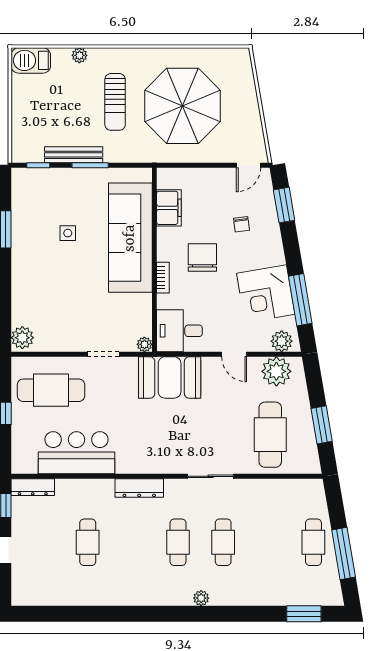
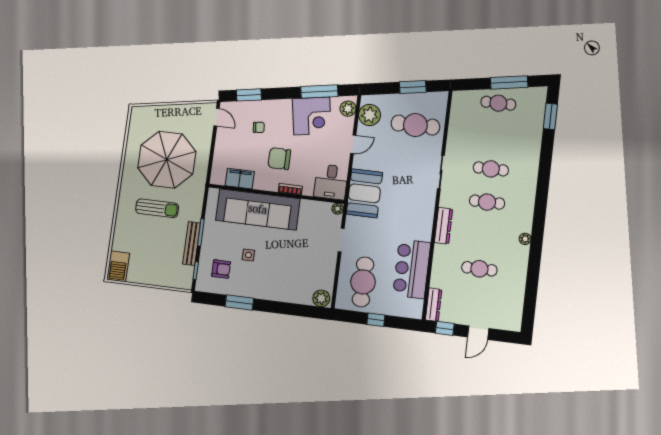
plant: (79, 55) -> (119, 230), removed
armchair: (44, 199) -> (221, 269), added
plant: (201, 598) -> (525, 239), moved

